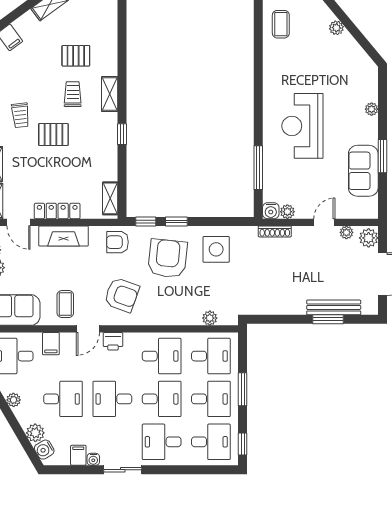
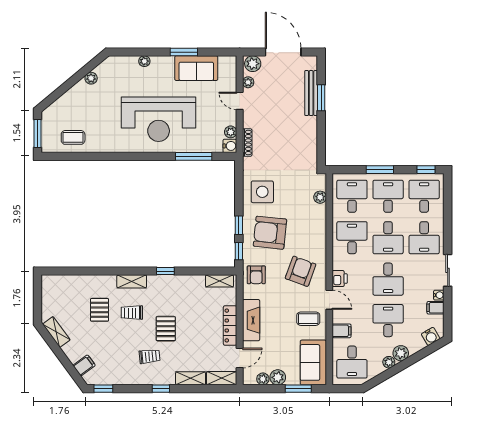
plant: (336, 28) -> (91, 78), moved
reception desk: (302, 126) -> (159, 119), width x1.36, depth x1.30
desk: (162, 399) -> (388, 238), turned 180
plant: (35, 433) -> (401, 353), moved

